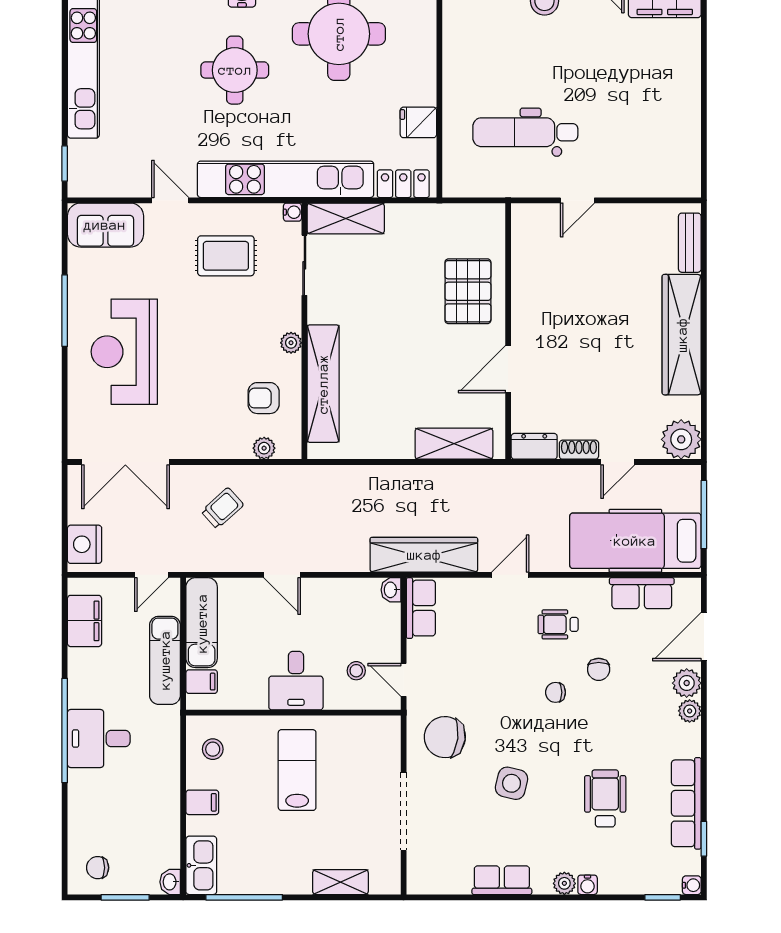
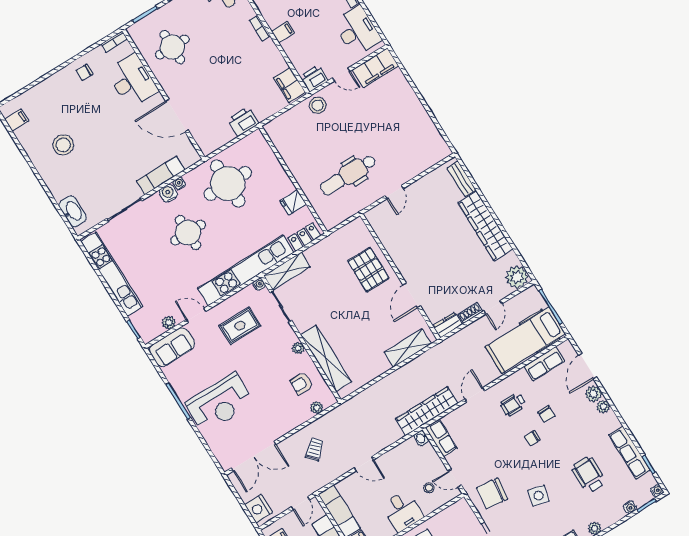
plant: (123, 186) -> (169, 323), added
reception desk: (124, 352) -> (220, 403), turned -90
water cooler: (588, 885) -> (630, 507), moved

